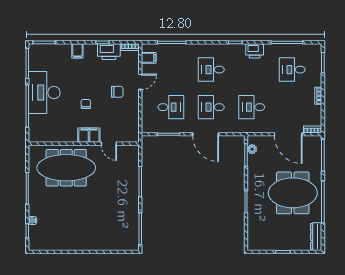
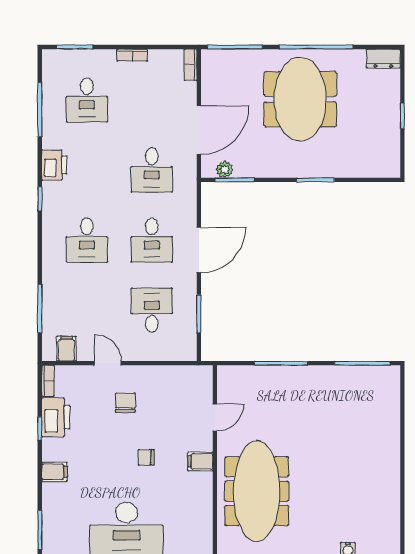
door: (288, 134) -> (199, 130), moved
filing cabinet: (89, 135) -> (200, 461), width x0.50
dresser: (316, 237) -> (383, 59), width x0.70

